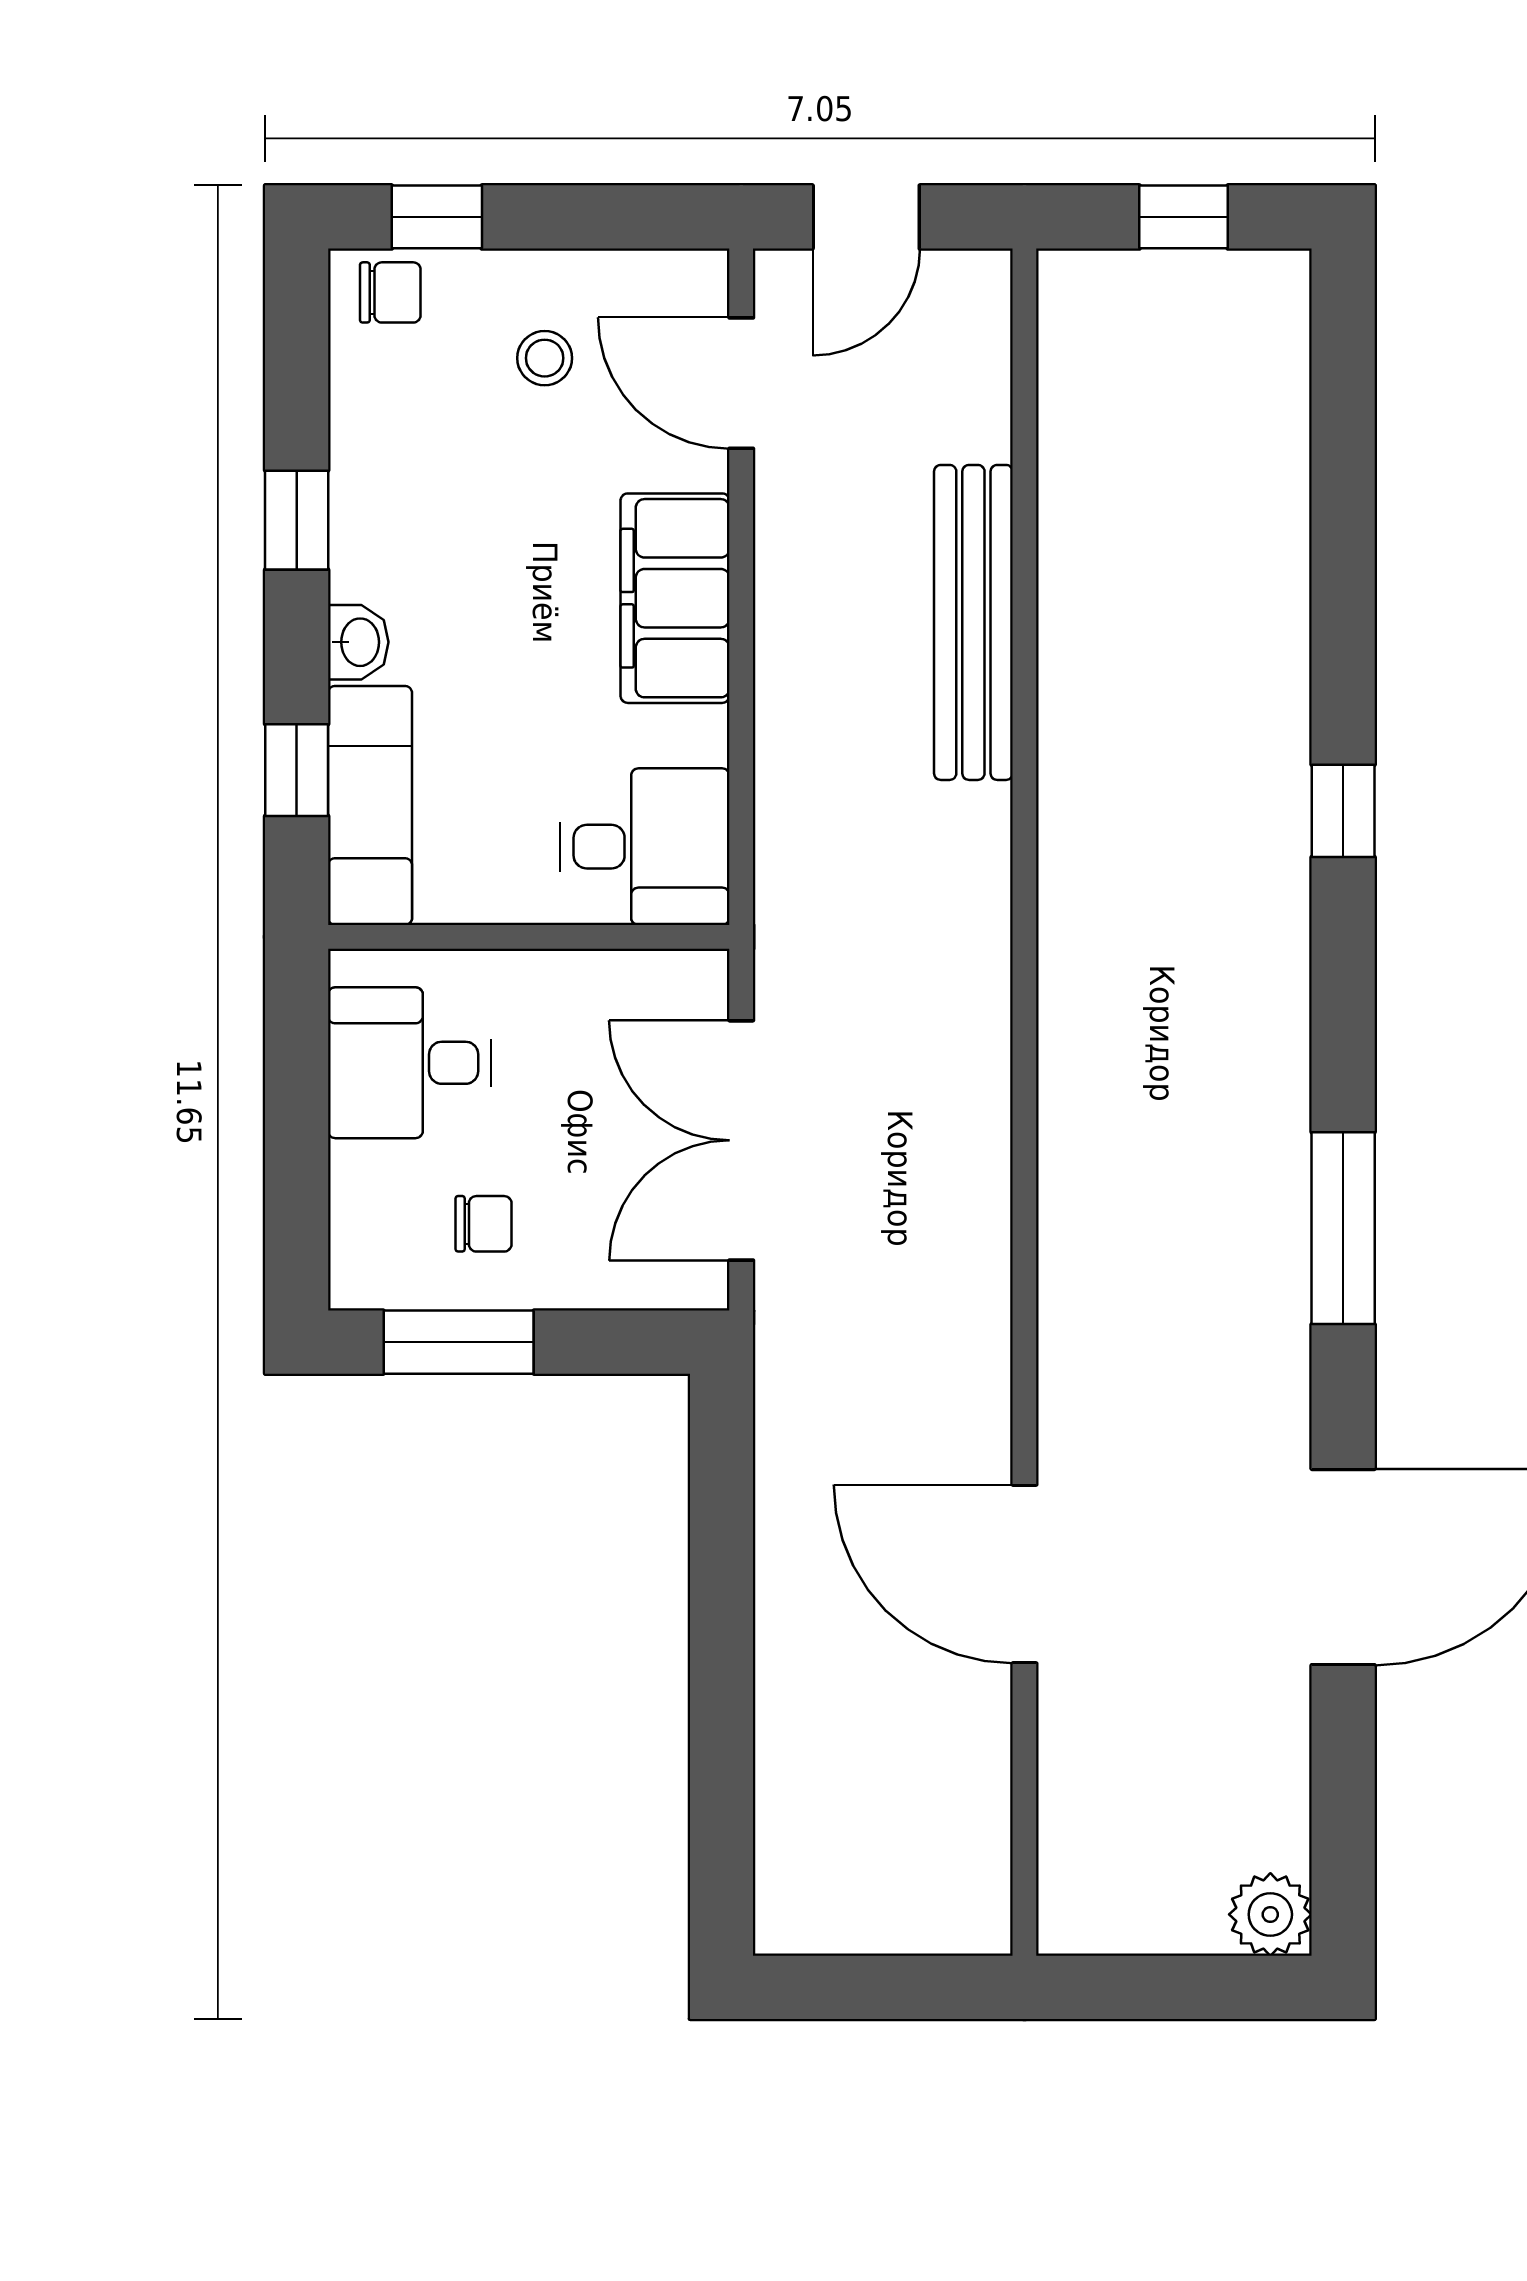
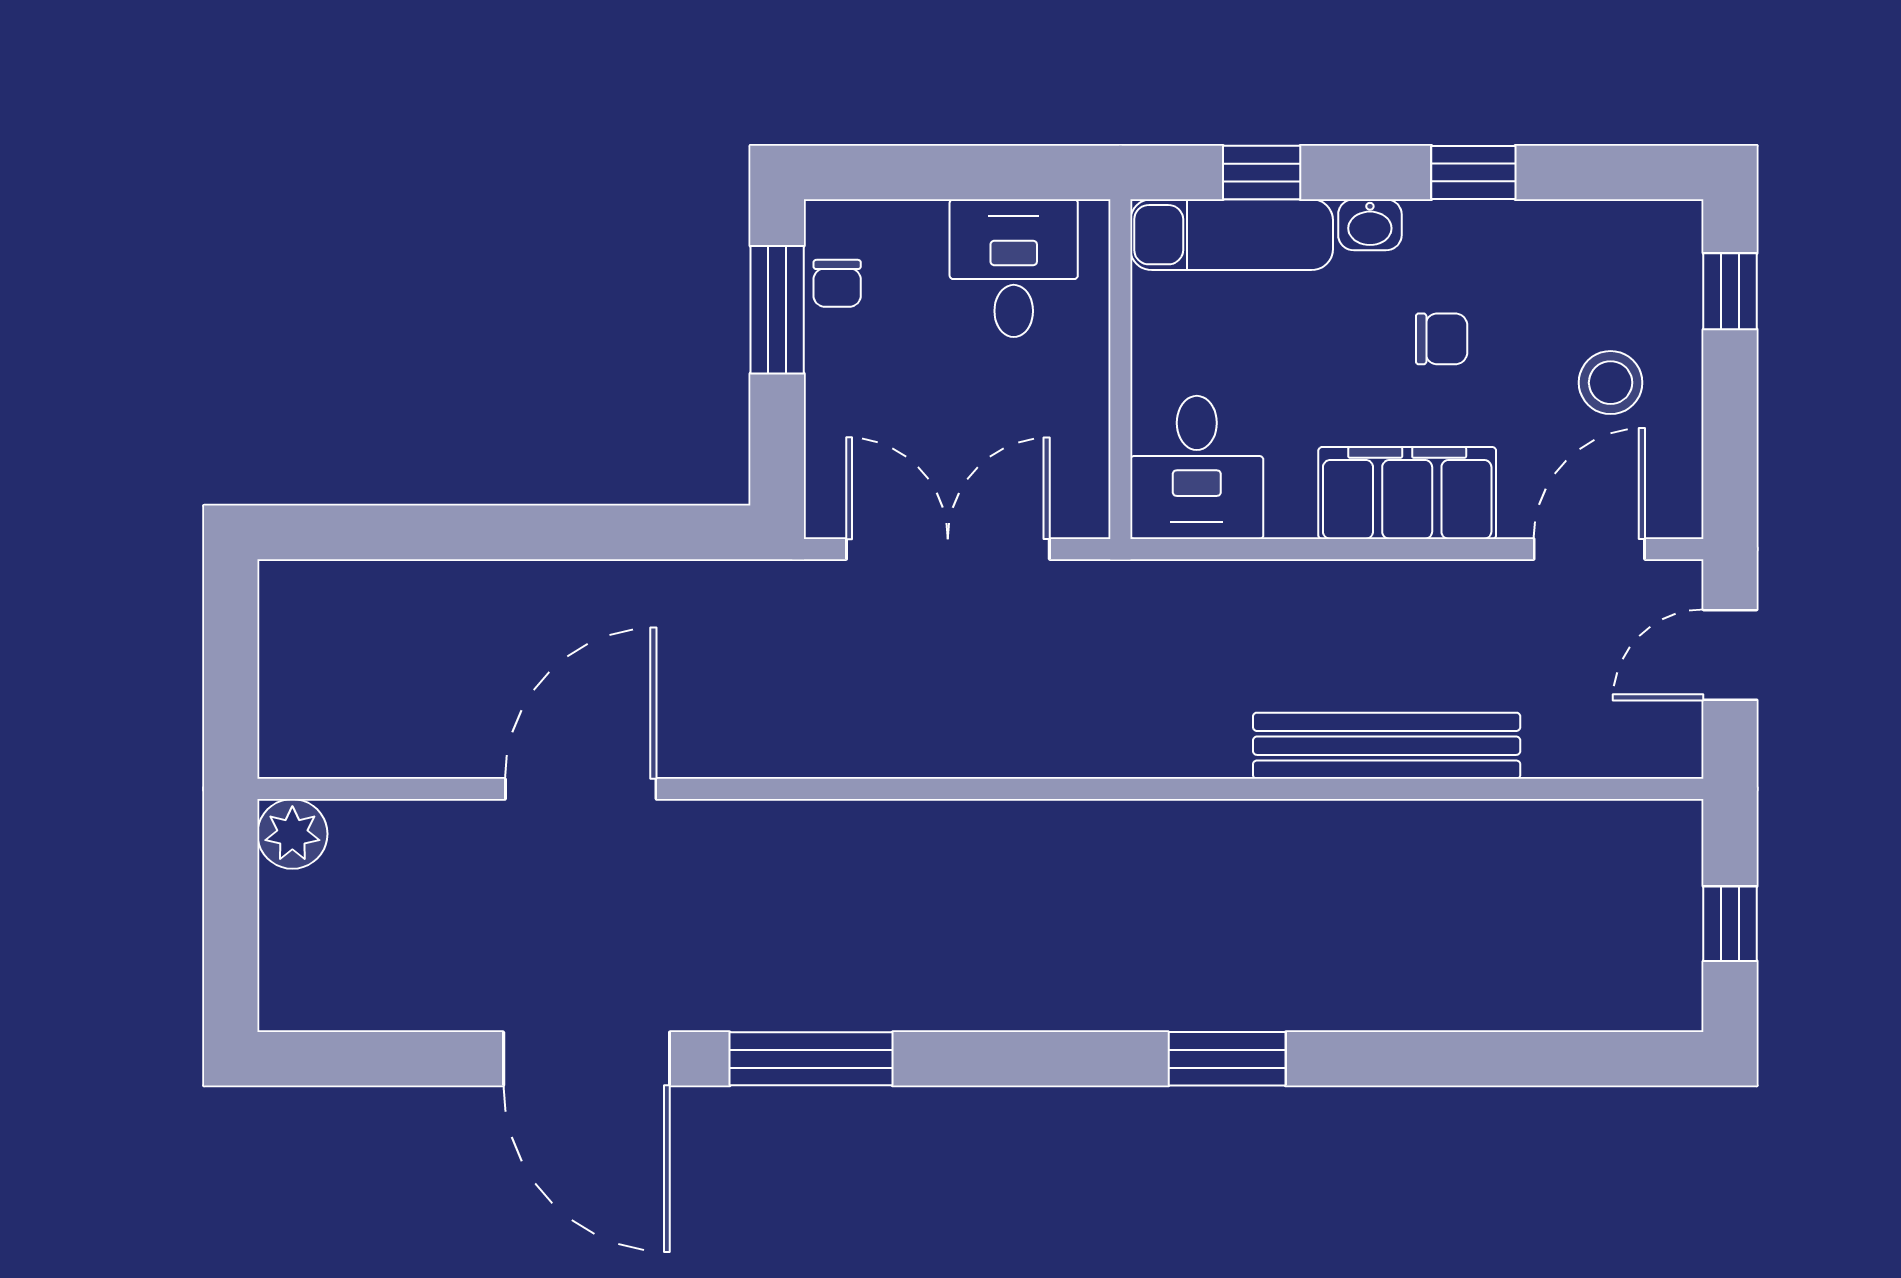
door: (866, 217) -> (1730, 655), hinge flipped
chair: (390, 292) -> (1442, 339), moved, turned -90
stool: (545, 358) -> (1611, 383), width x1.37, depth x1.37
window: (1343, 811) -> (1227, 1059), width x1.50
chair: (484, 1224) -> (837, 283), moved
window: (1343, 1228) -> (811, 1059), moved
plant: (1270, 1914) -> (292, 834), moved

